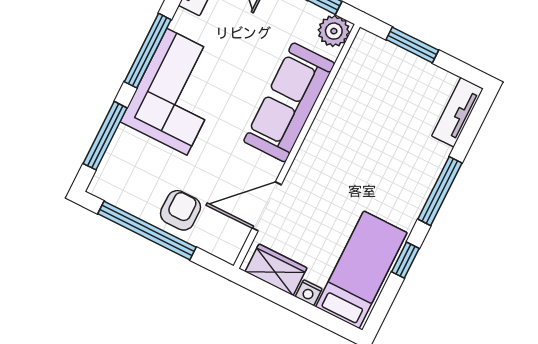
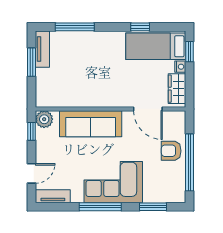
window: (412, 45) -> (32, 62), moved
tv unit: (457, 112) -> (42, 49), moved, turned -90
window: (105, 136) -> (153, 207), width x0.69
window: (440, 191) -> (75, 27), moved
window: (325, 320) -> (190, 52), added

